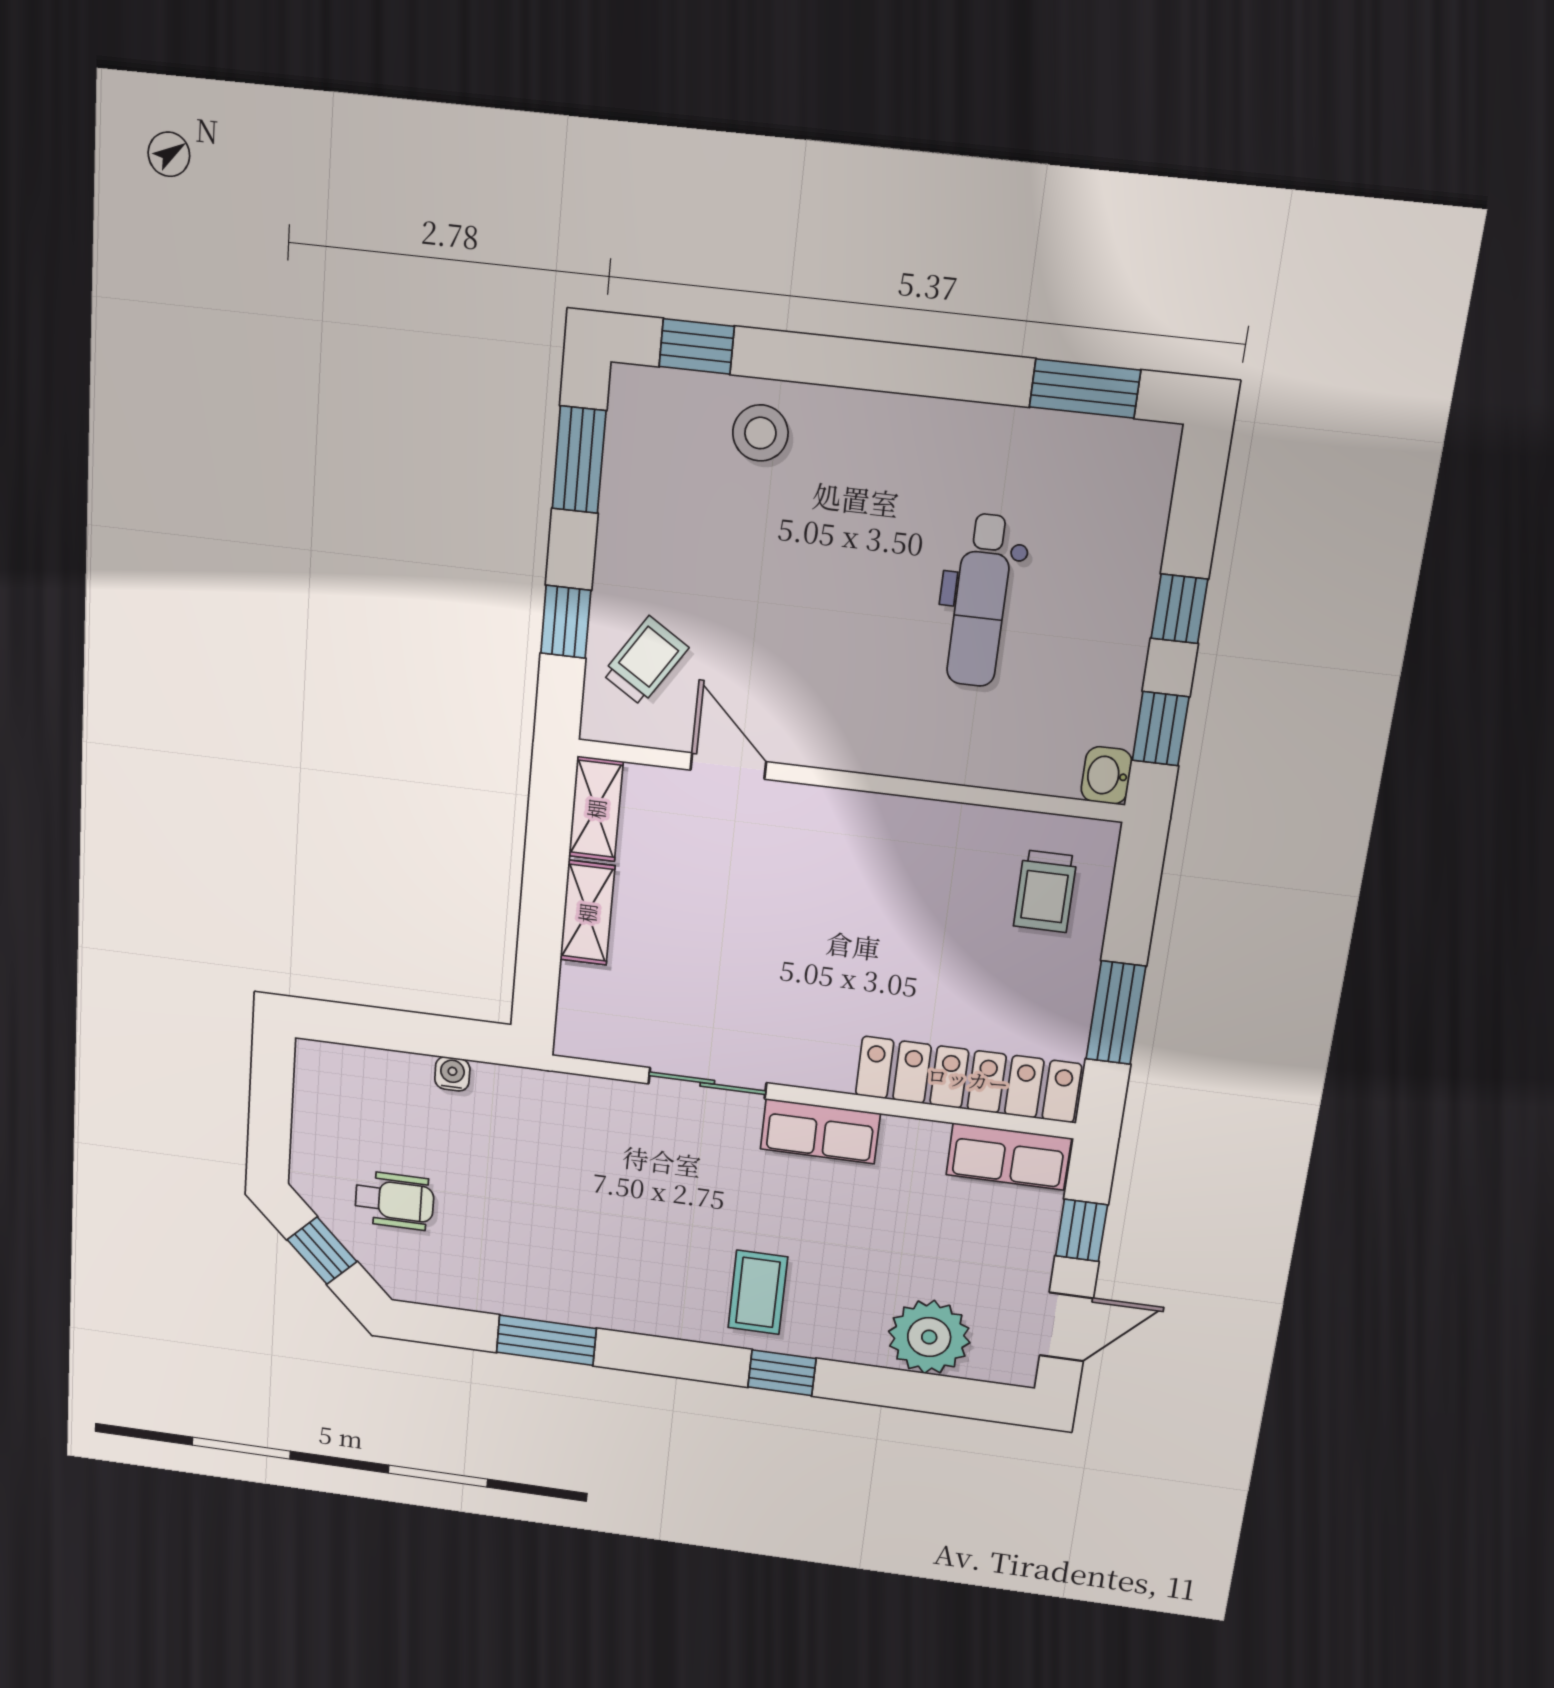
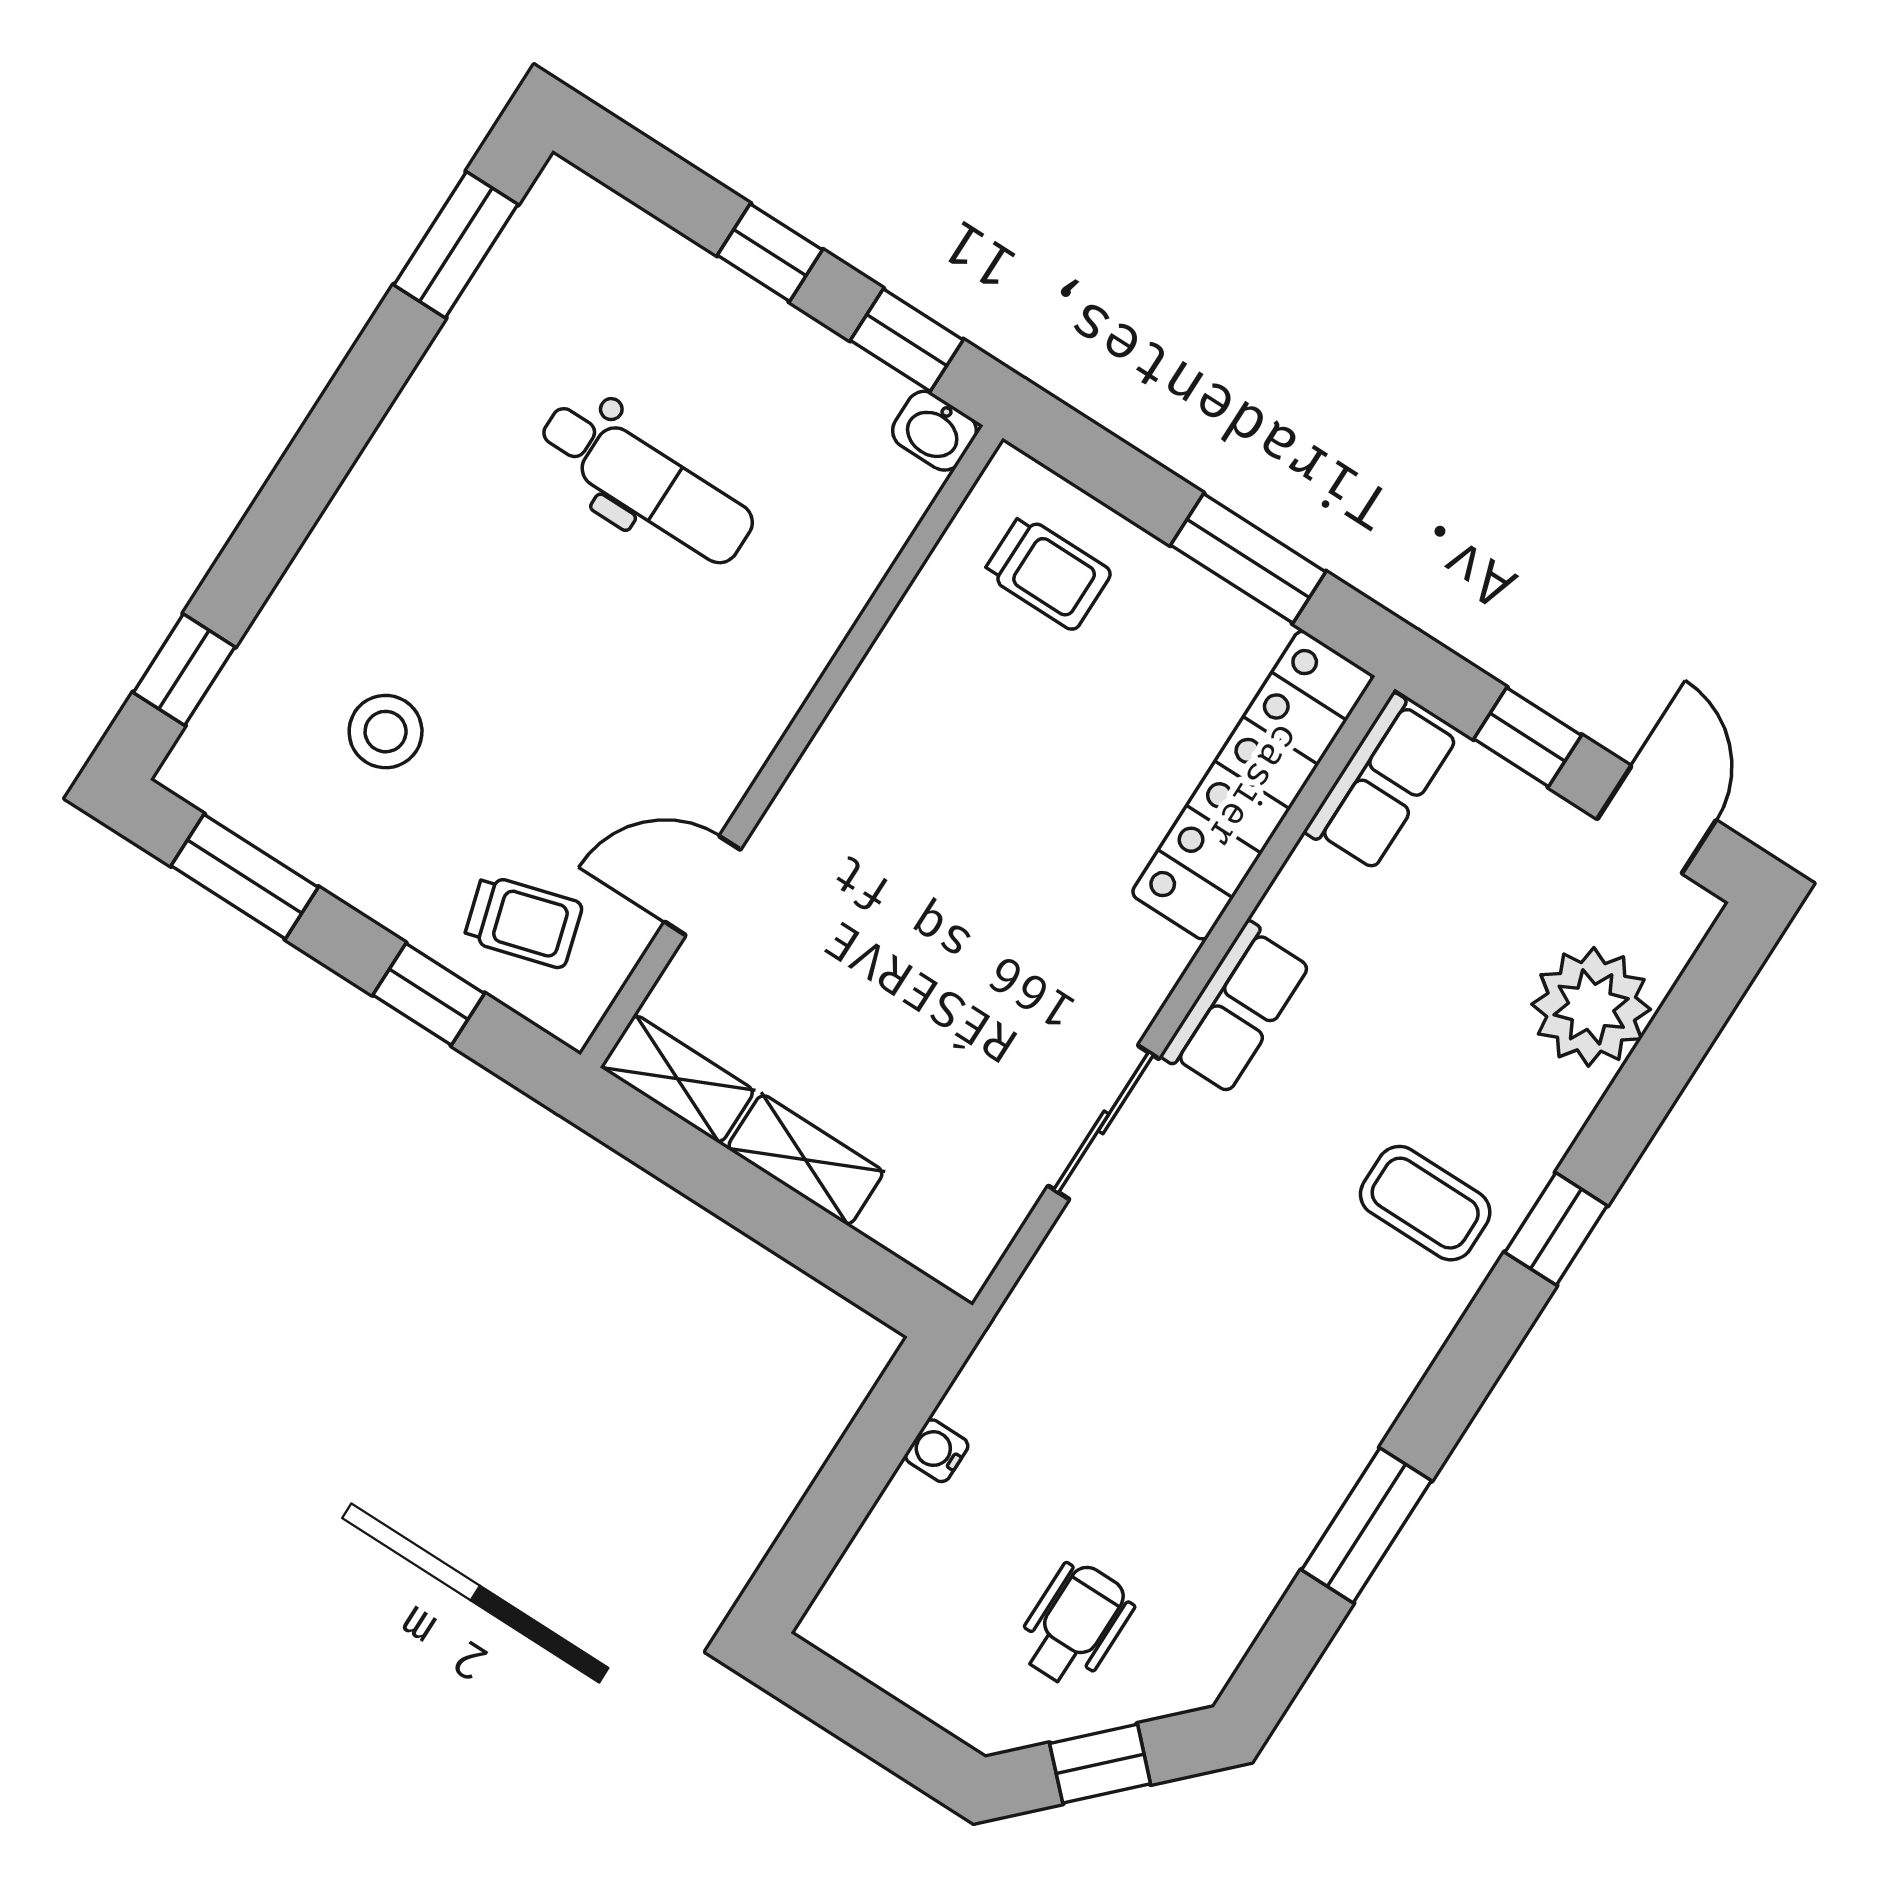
stool: (760, 433) -> (386, 732), moved
trolley: (645, 661) -> (523, 921), turned 131

